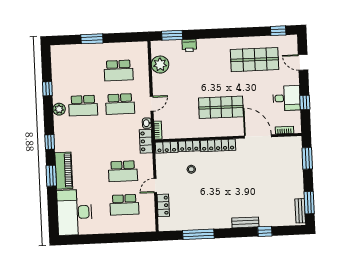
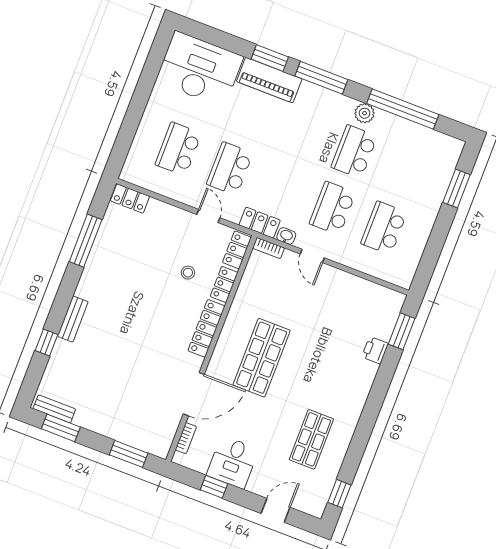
window: (92, 39) -> (457, 189), moved
shop shelf: (255, 60) -> (311, 439), width x0.70, depth x0.74
plant: (160, 65) -> (366, 294), removed
window: (47, 89) -> (403, 109), width x3.17
window: (50, 142) -> (321, 78), width x2.17
door: (155, 185) -> (208, 216), moved
locker: (163, 205) -> (130, 198), moved

